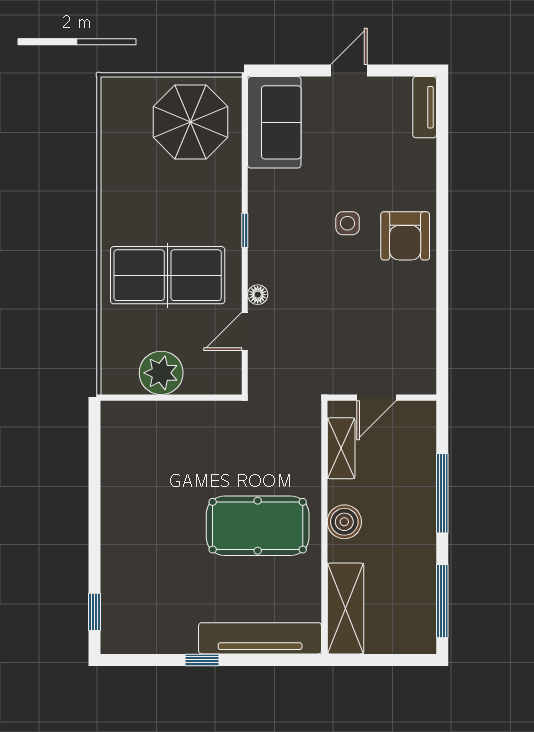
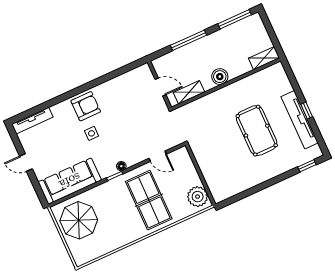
tv unit: (425, 107) -> (32, 121), width x1.41
sofa: (274, 122) -> (70, 181), width x1.36
floor lamp: (258, 295) -> (121, 166), moved
plant: (161, 373) -> (198, 197), moved
pool table: (258, 526) -> (257, 131), moved
shelving: (346, 608) -> (264, 58), width x0.67, depth x0.75
tv unit: (260, 638) -> (300, 120), moved

